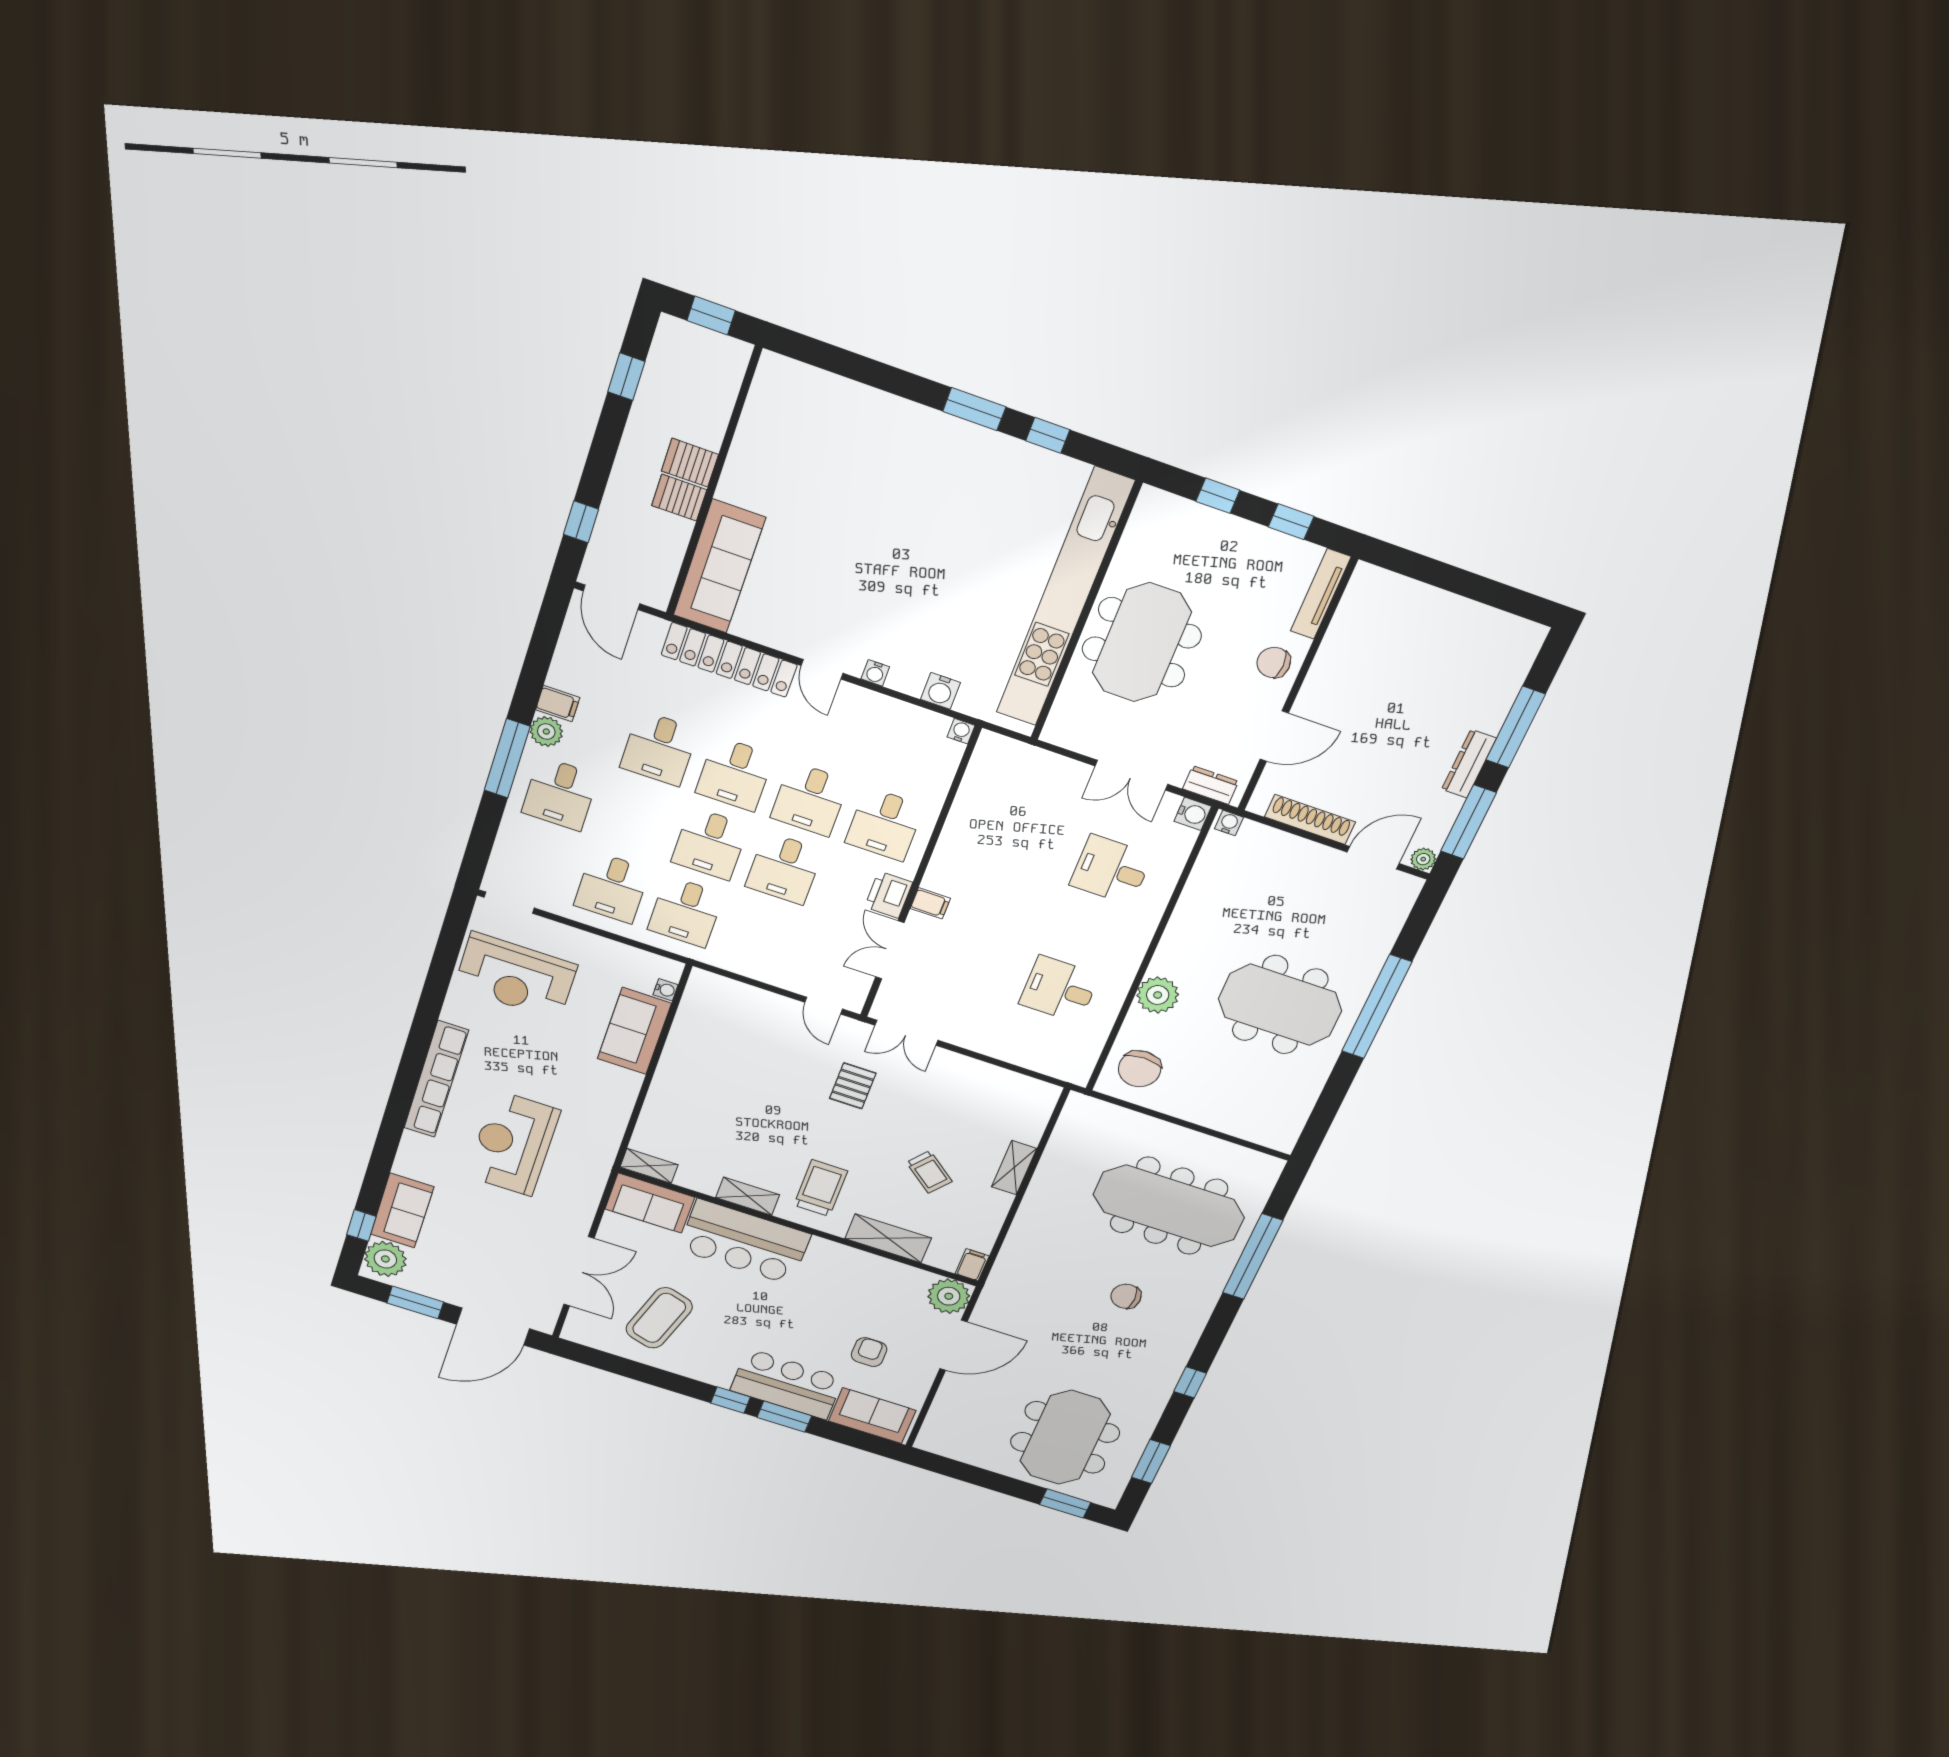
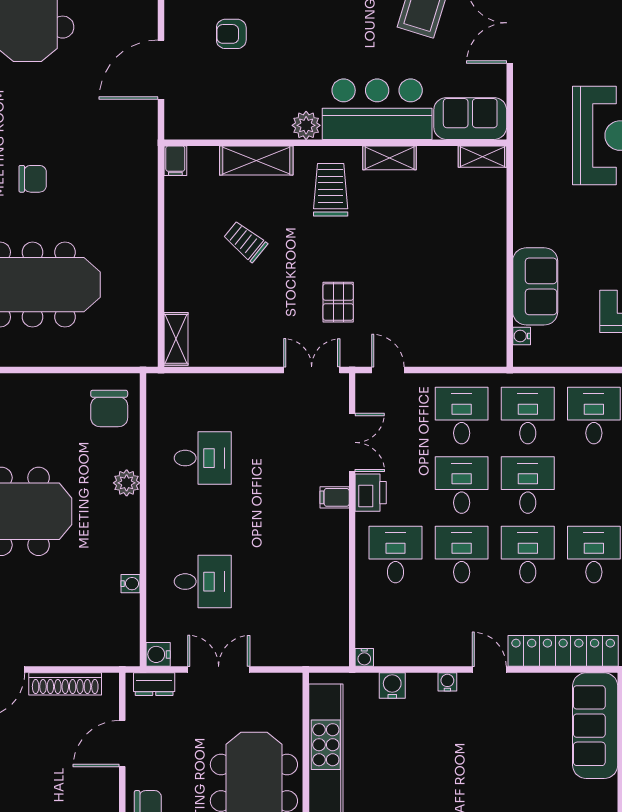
water cooler: (1229, 823) -> (131, 584), moved, turned -90
desk: (759, 936) -> (462, 416), added
plant: (1158, 995) -> (127, 483), width x0.73, depth x0.73
chair: (1140, 1069) -> (109, 408), turned 180
shelving: (1014, 1168) -> (176, 339), moved
trolley: (821, 1188) -> (331, 190), turned 180
plant: (949, 1296) -> (306, 125), moved, width x0.73, depth x0.73
armchair: (869, 1352) -> (231, 34), turned 90

